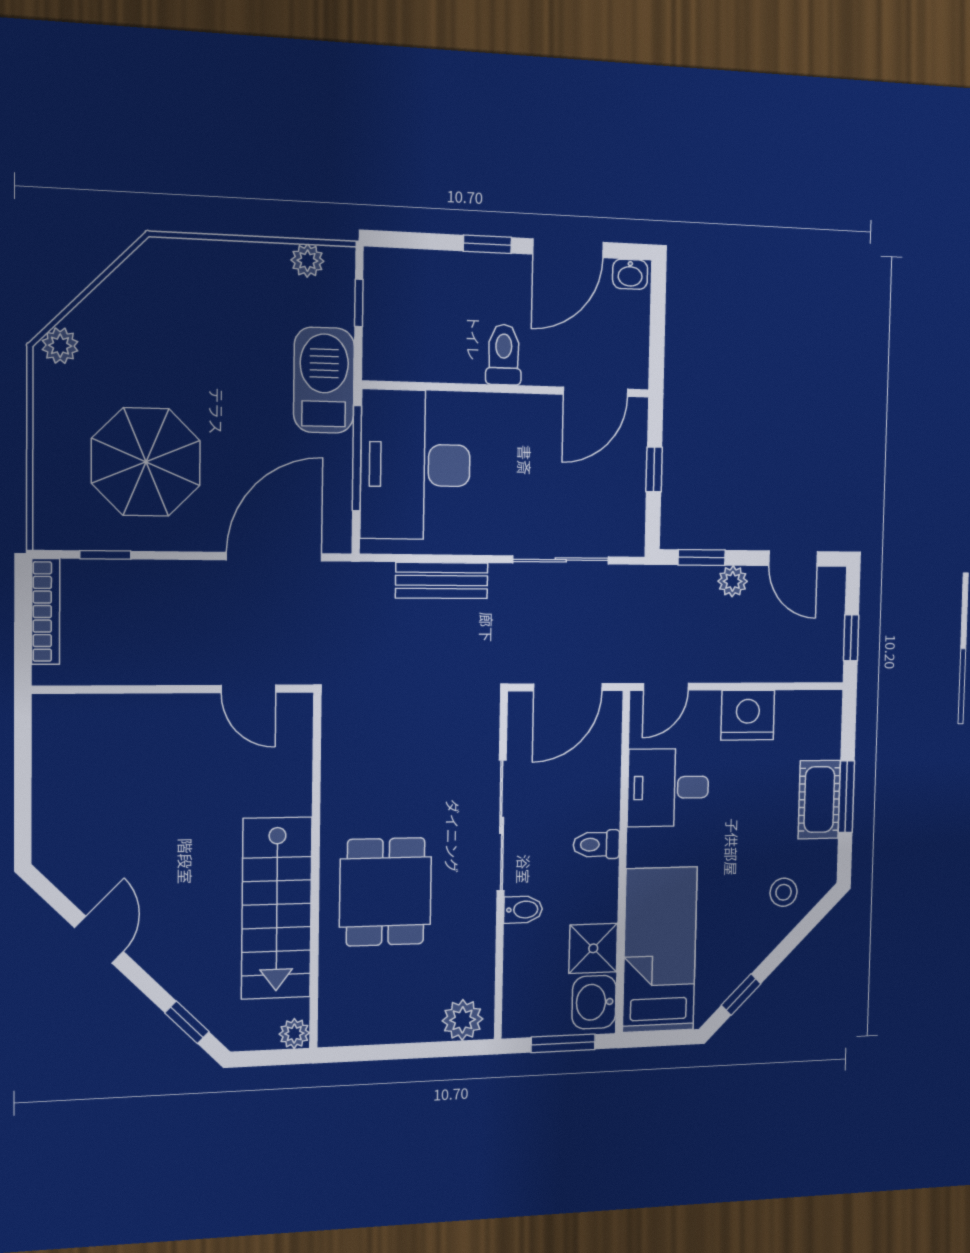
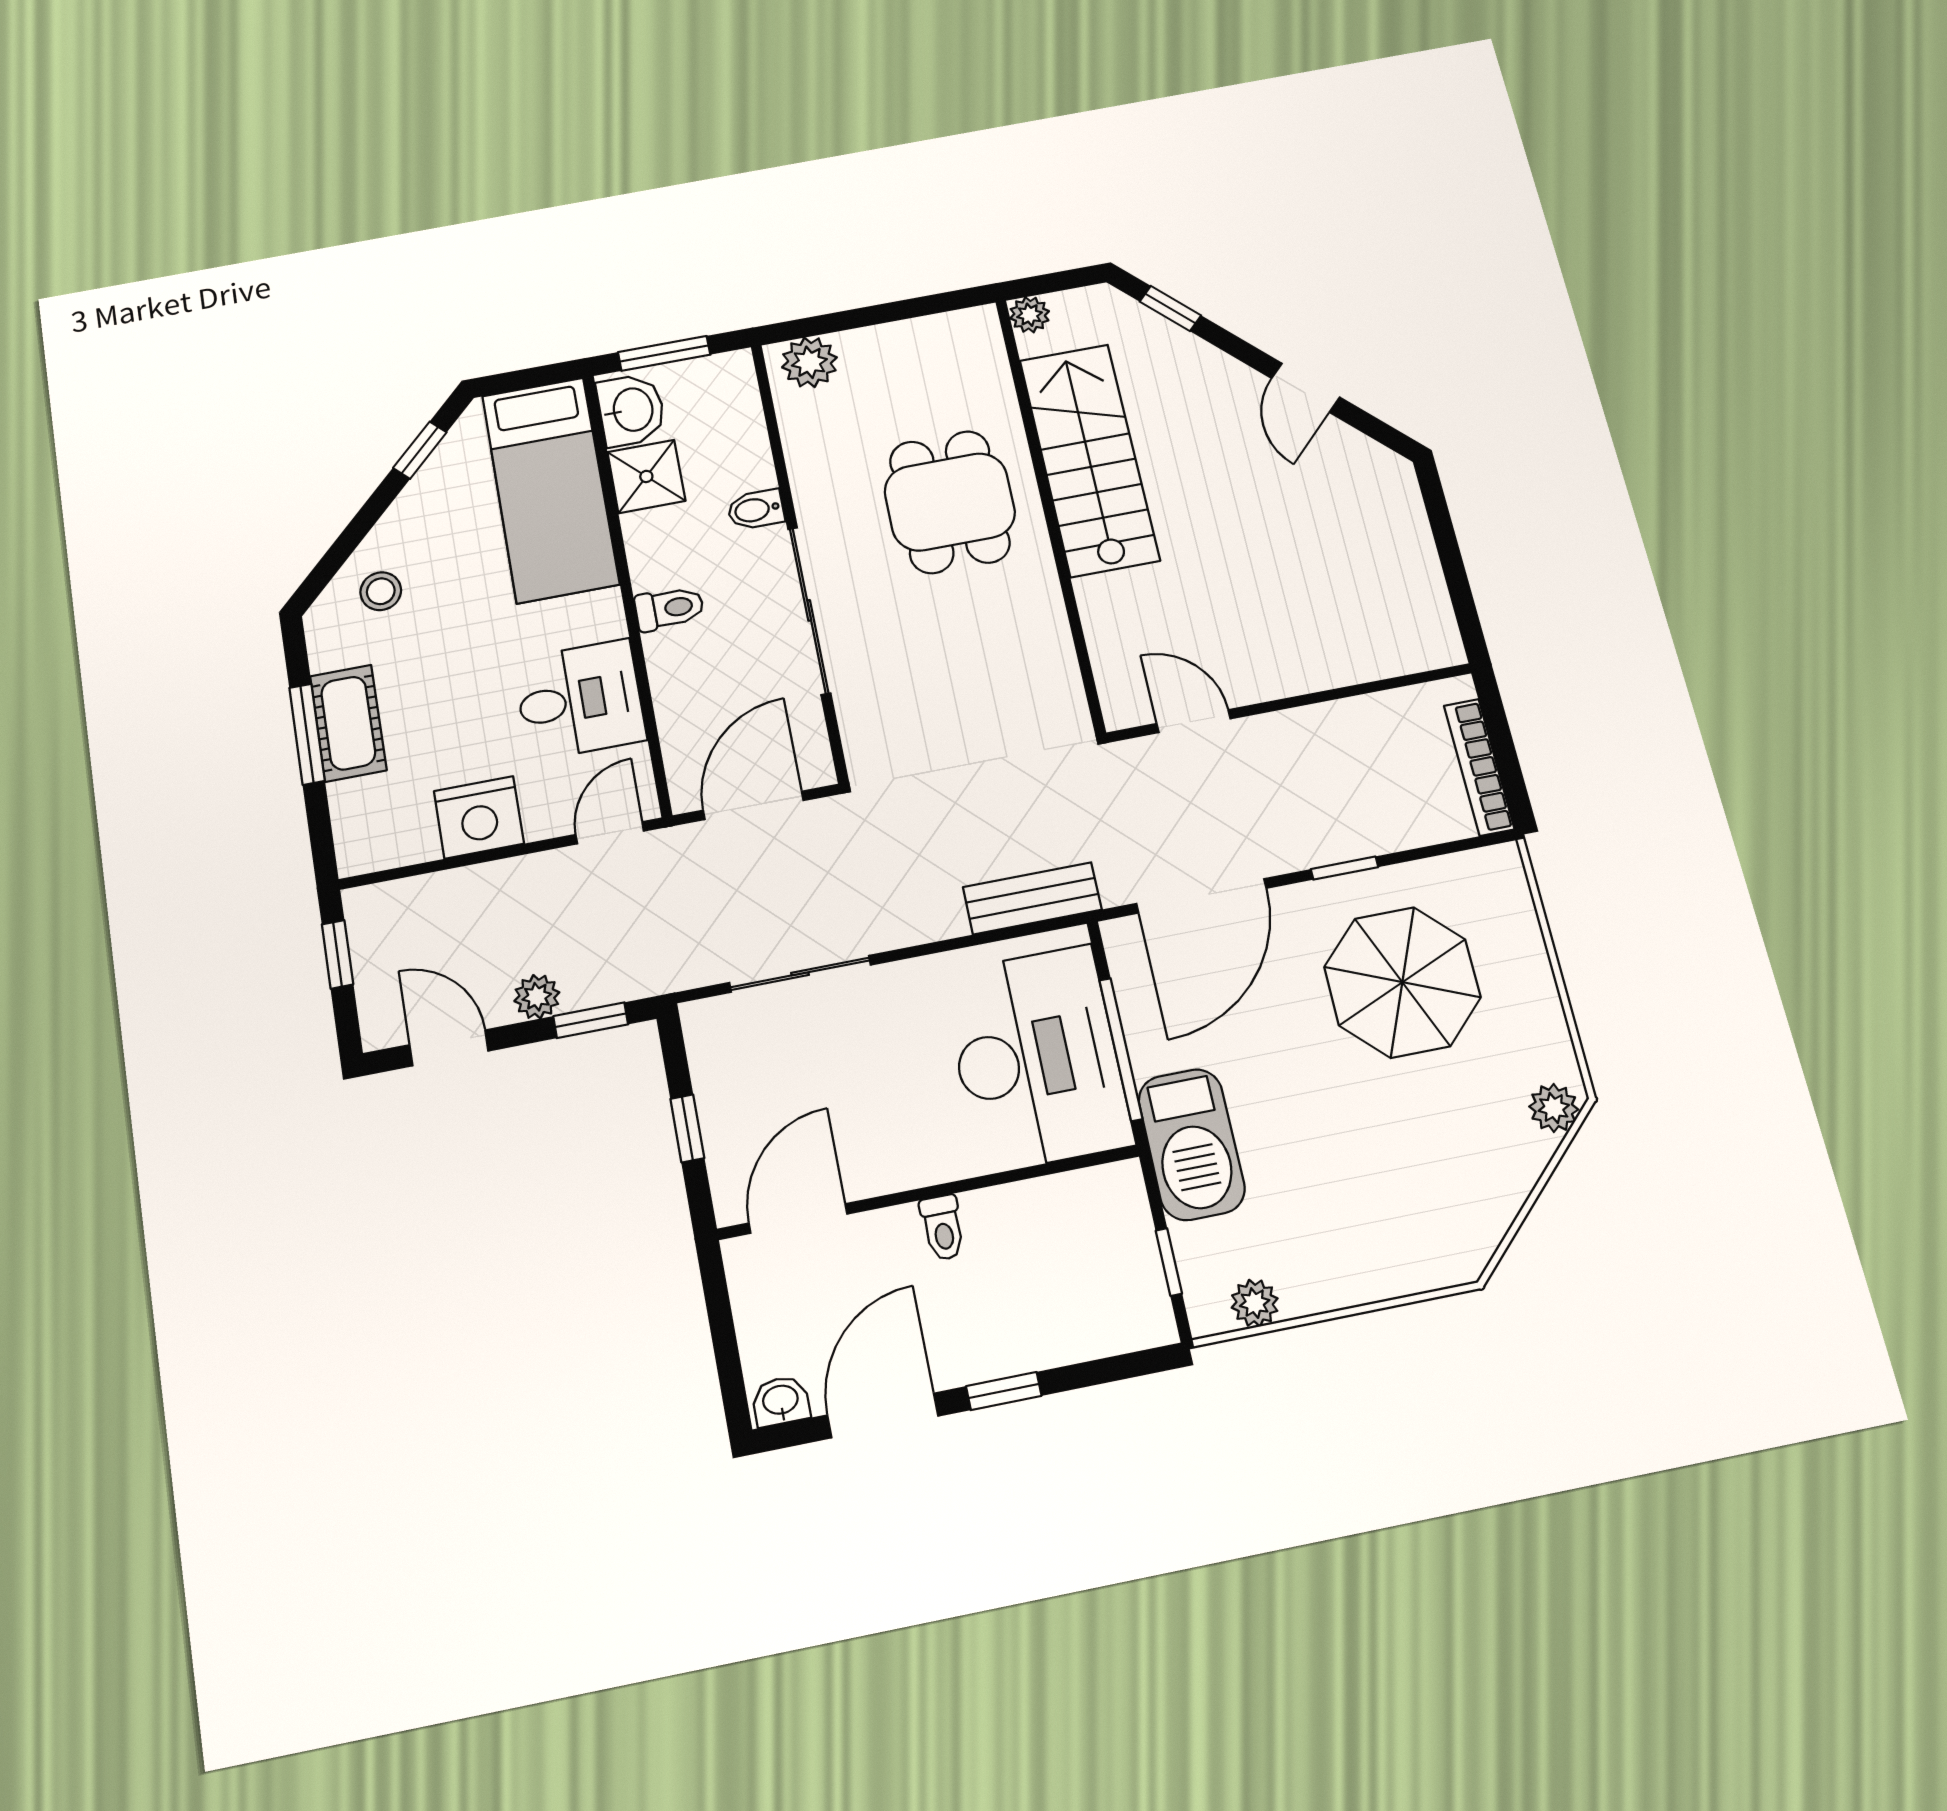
toilet: (504, 355) -> (943, 1228), width x0.73, depth x0.72
window: (105, 555) -> (1345, 868), moved
bench: (442, 581) -> (1032, 898), moved

